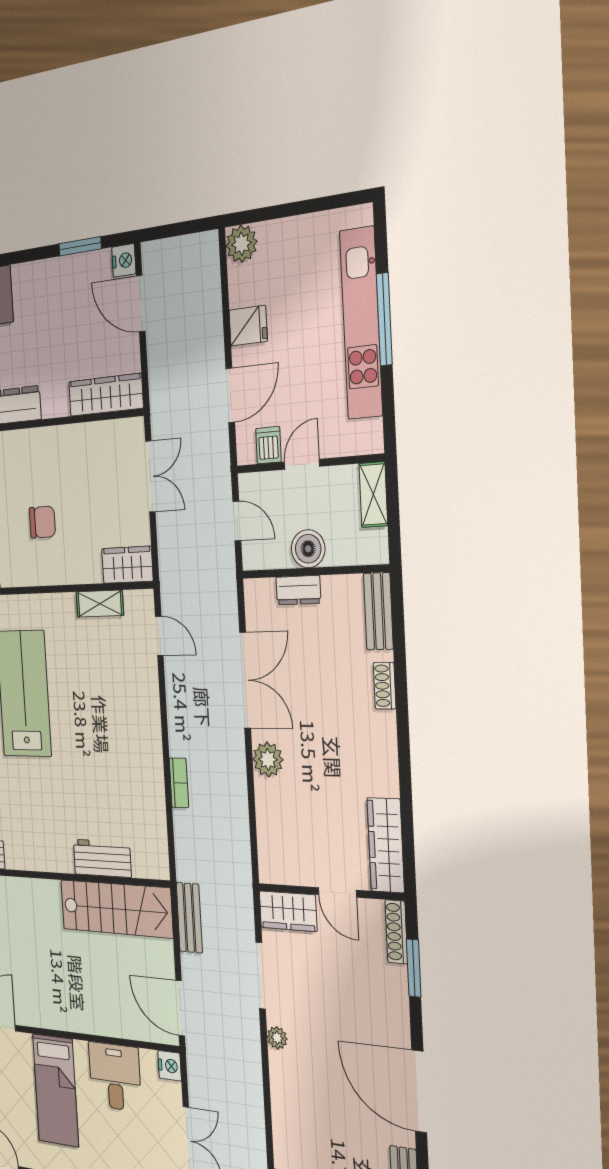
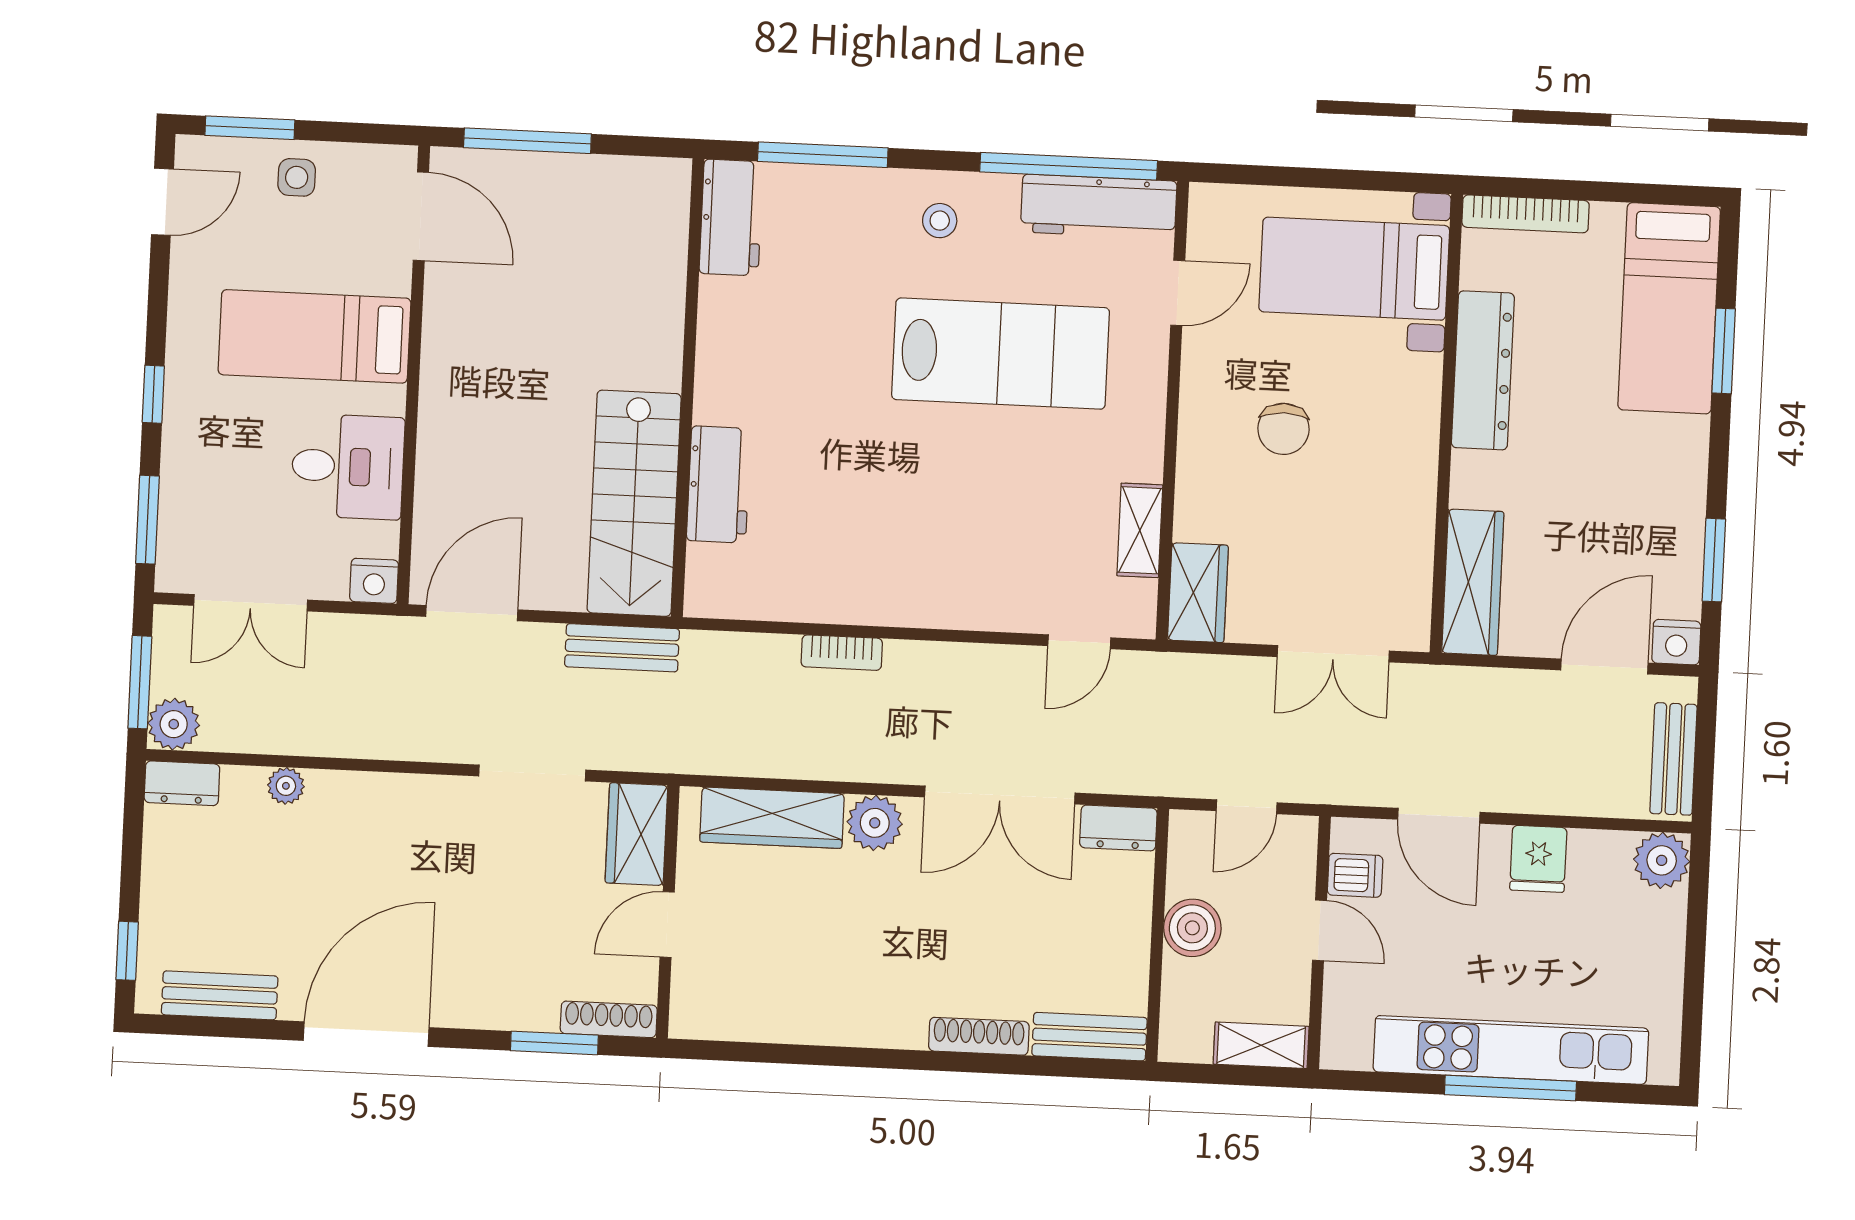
bench: (185, 248) -> (1673, 759), added
dresser: (298, 590) -> (1118, 828), moved, turned -90
shoe rack: (385, 686) -> (979, 1036), width x1.43
wardrobe: (386, 845) -> (772, 818), moved, turned 180
plant: (277, 1038) -> (286, 786), moved

